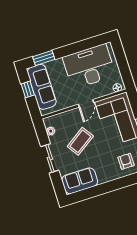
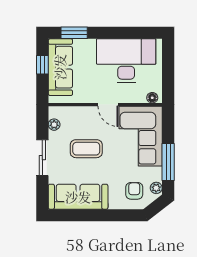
door: (86, 103) -> (108, 105), hinge flipped
coffee table: (80, 141) -> (86, 149), turned 34
sofa: (80, 181) -> (78, 197), width x1.36

